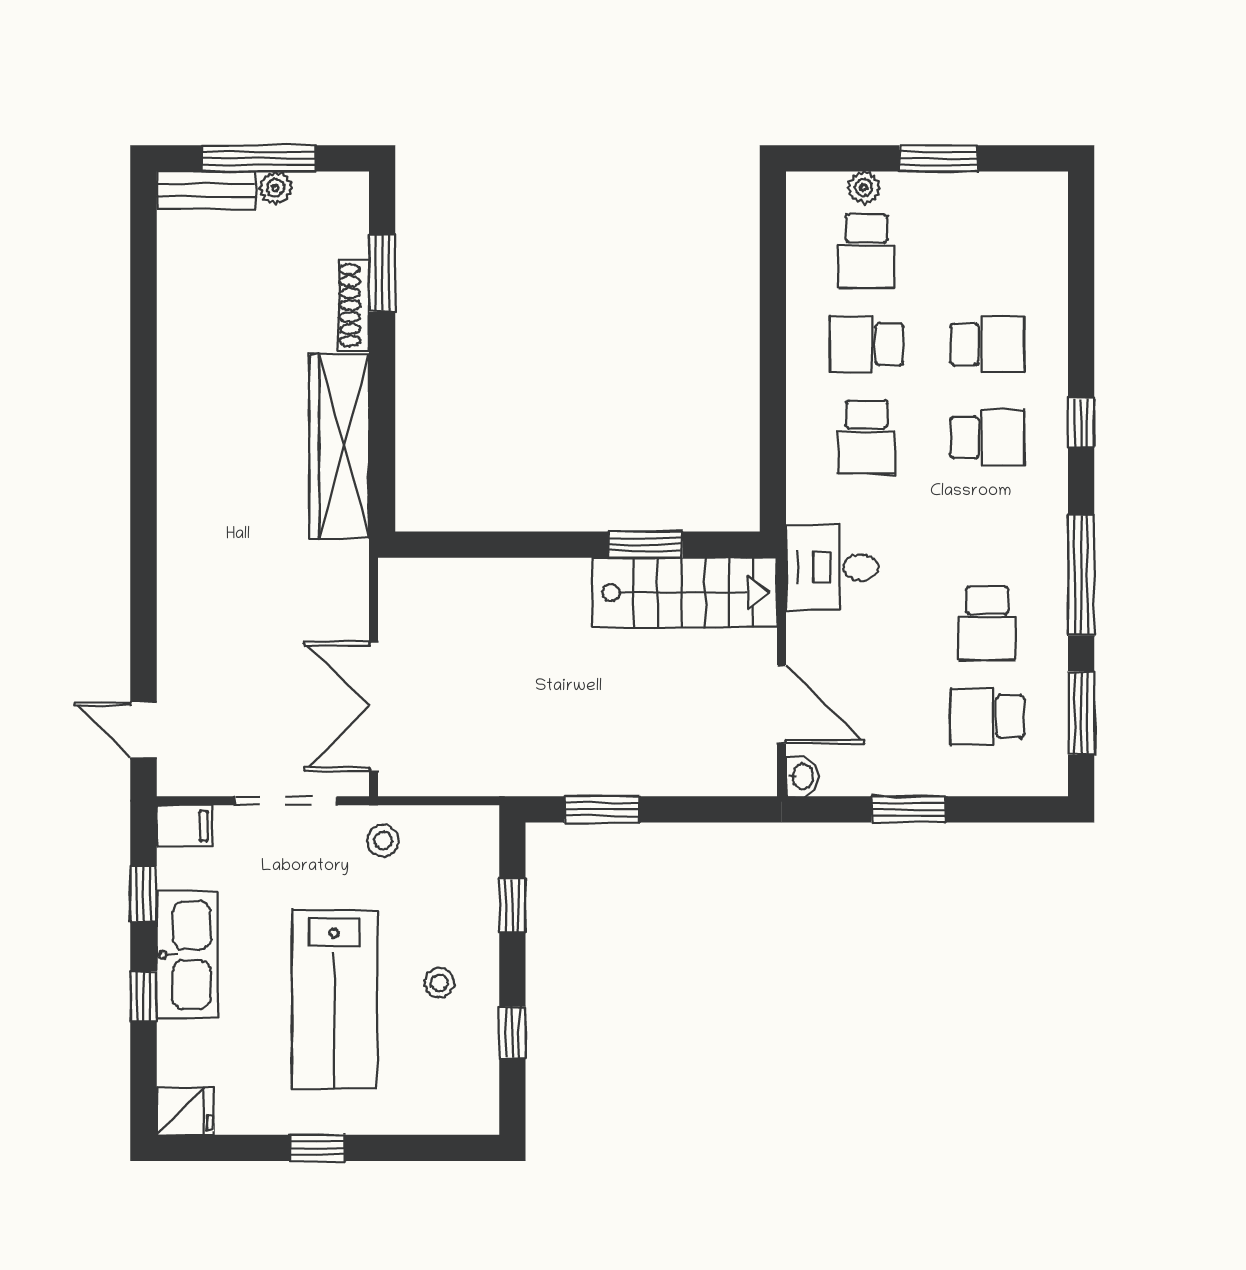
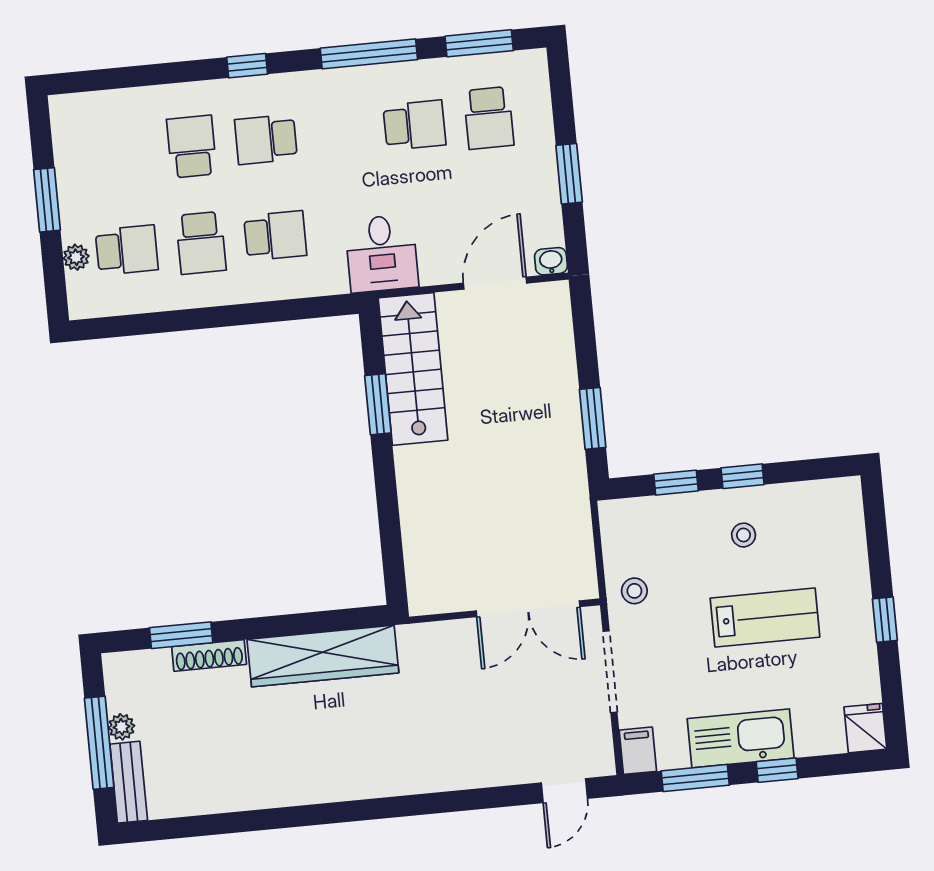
school desk: (987, 437) -> (266, 139), turned -90
window: (143, 894) -> (695, 778), width x1.50
lab bench: (334, 999) -> (765, 618), width x0.73, depth x0.72
window: (512, 1033) -> (743, 476), moved

